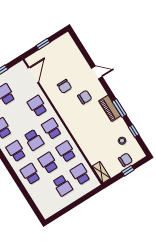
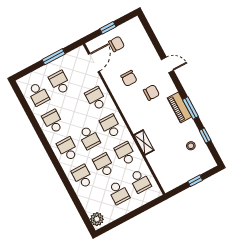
chair: (125, 160) -> (117, 44), moved
shelving: (101, 172) -> (144, 143), moved
school desk: (80, 174) -> (140, 181), turned 180
plant: (46, 210) -> (97, 219), added

